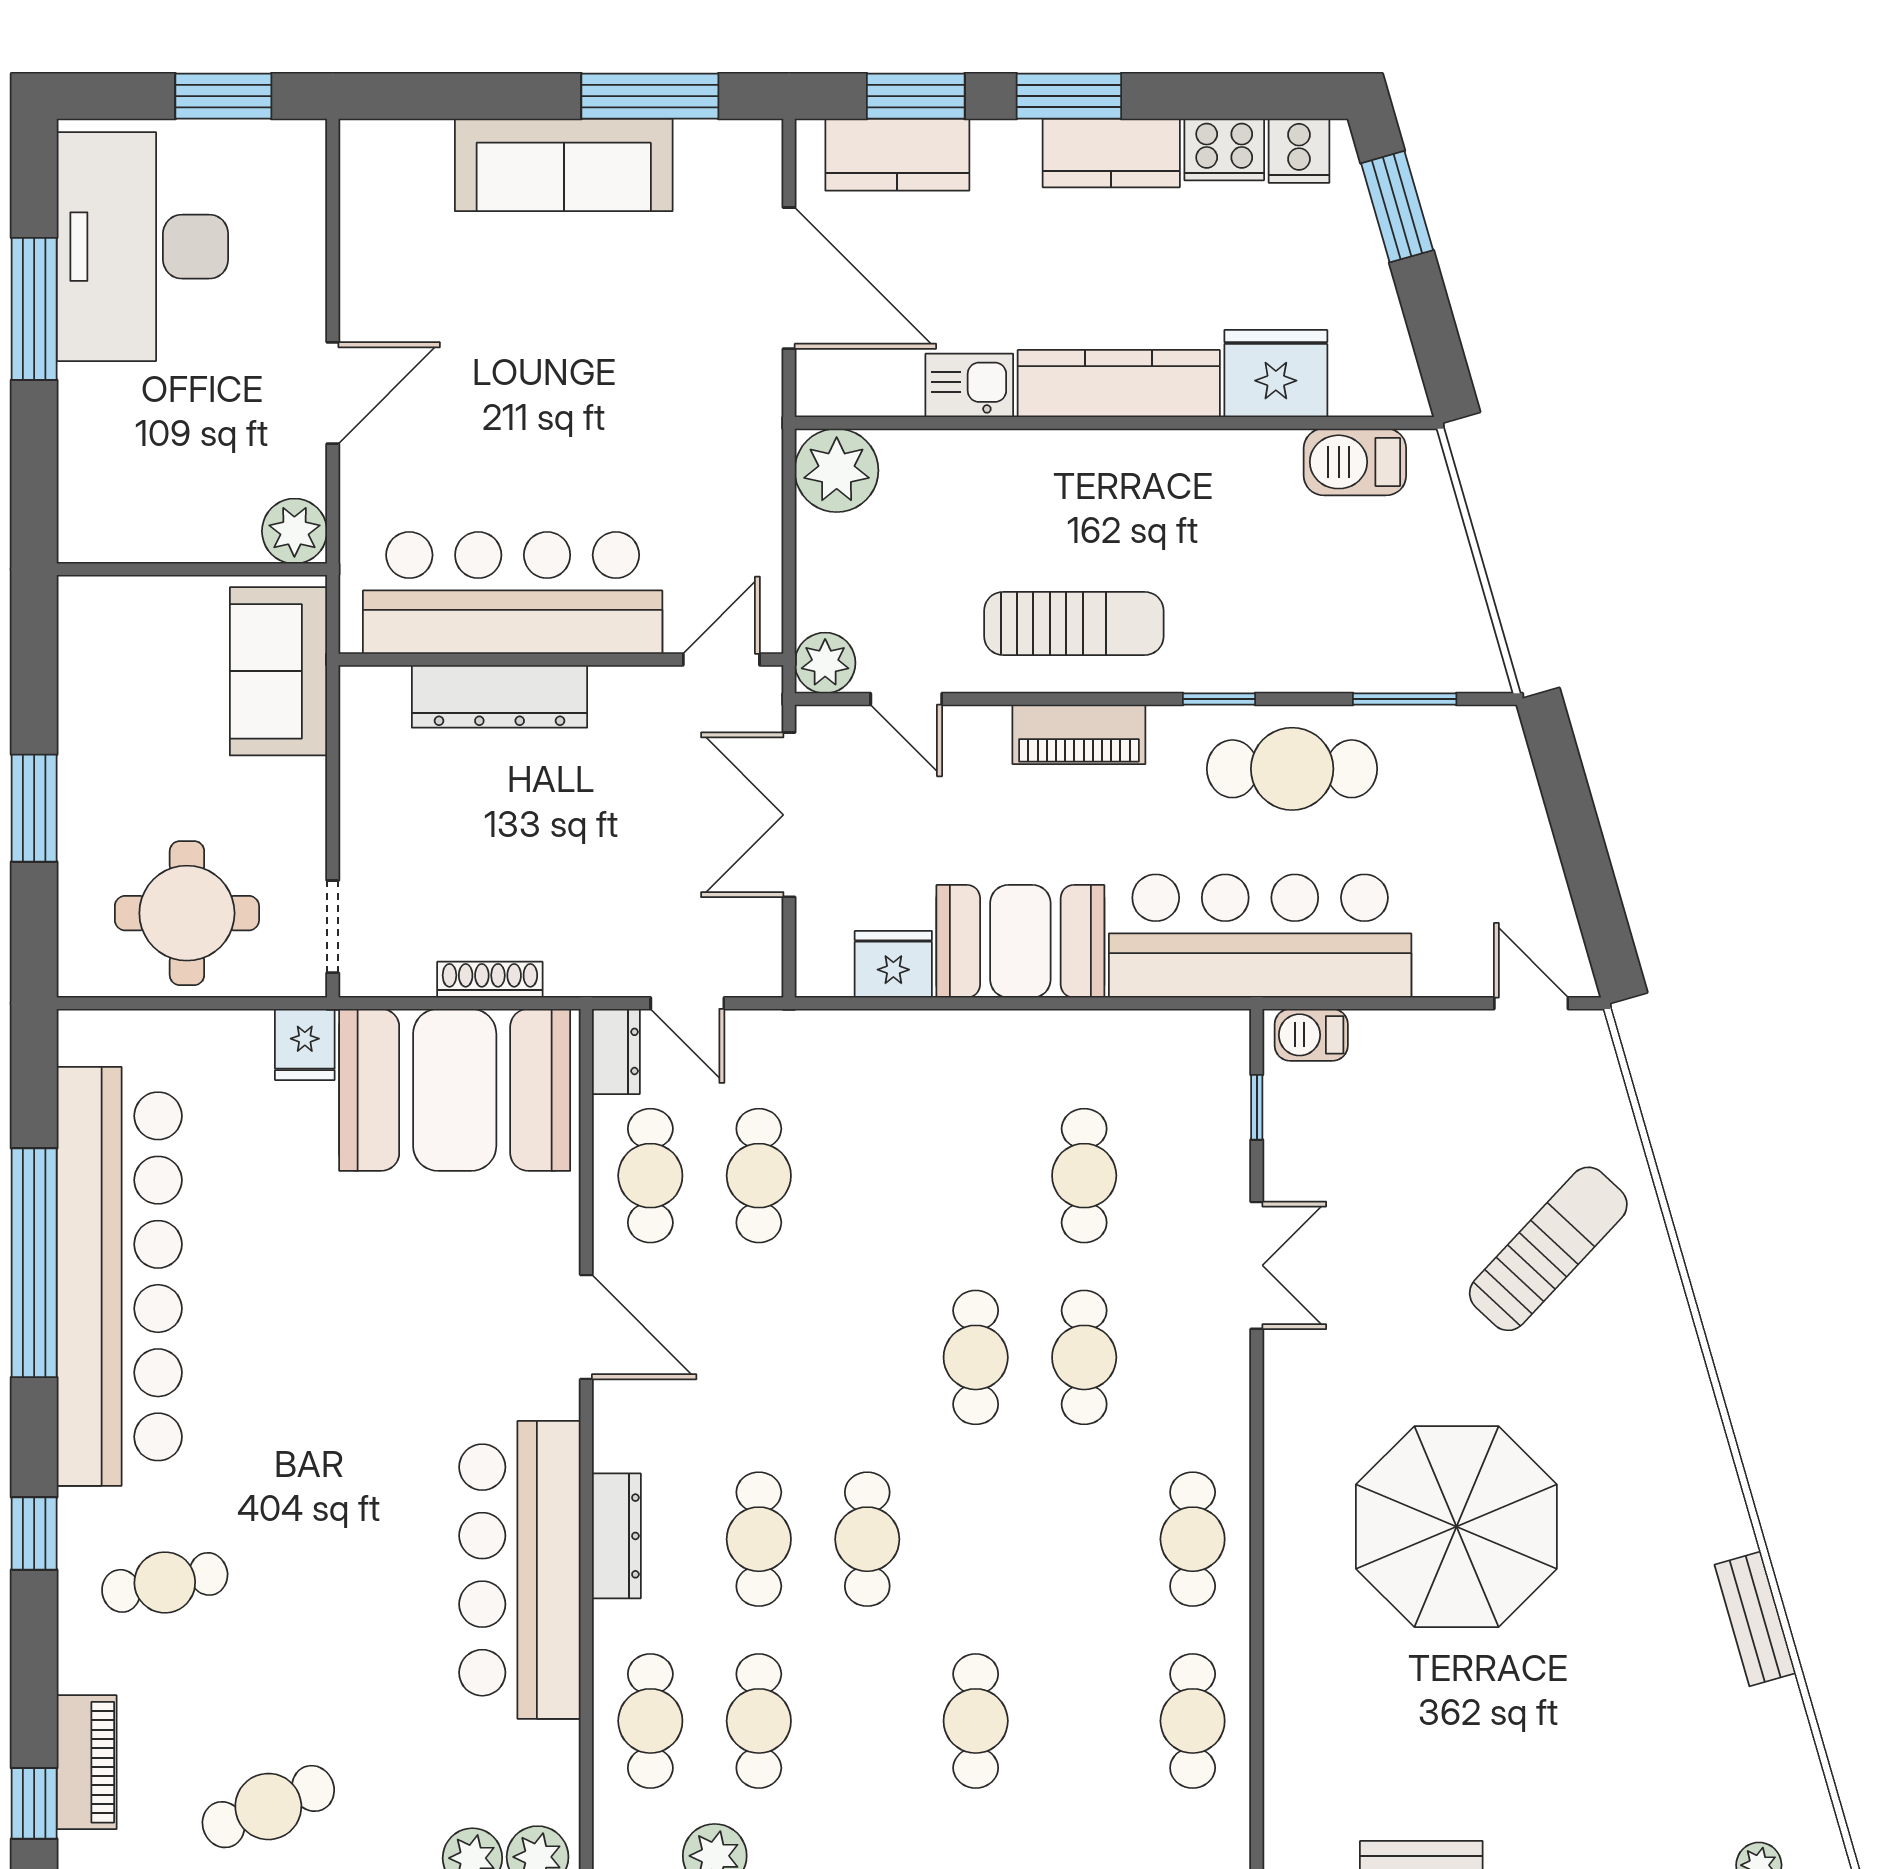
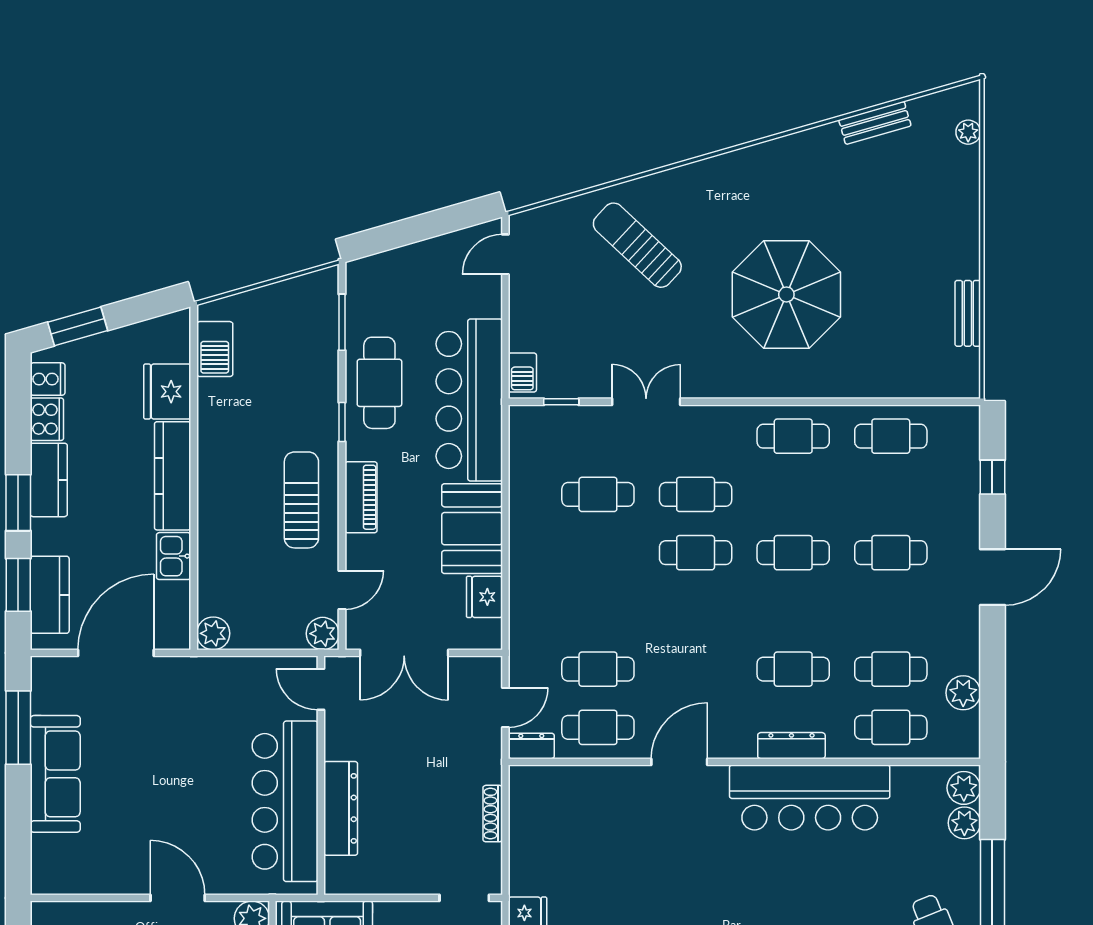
plant: (837, 470) -> (213, 633), width x0.73, depth x0.73
booth: (455, 1090) -> (552, 832), removed
cafe table: (867, 1539) -> (793, 553), moved
bench: (1755, 1619) -> (875, 123), moved

